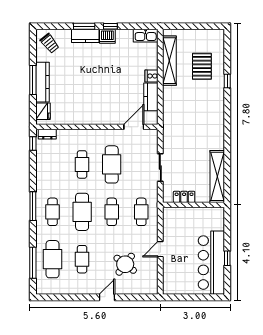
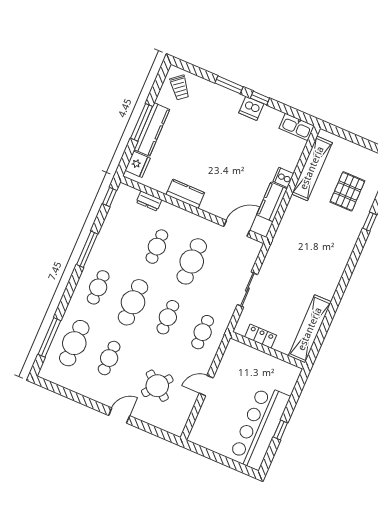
kitchen counter: (85, 36) -> (185, 194), moved, turned 180
dresser: (47, 134) -> (149, 201), moved
window: (33, 206) -> (87, 249), moved

